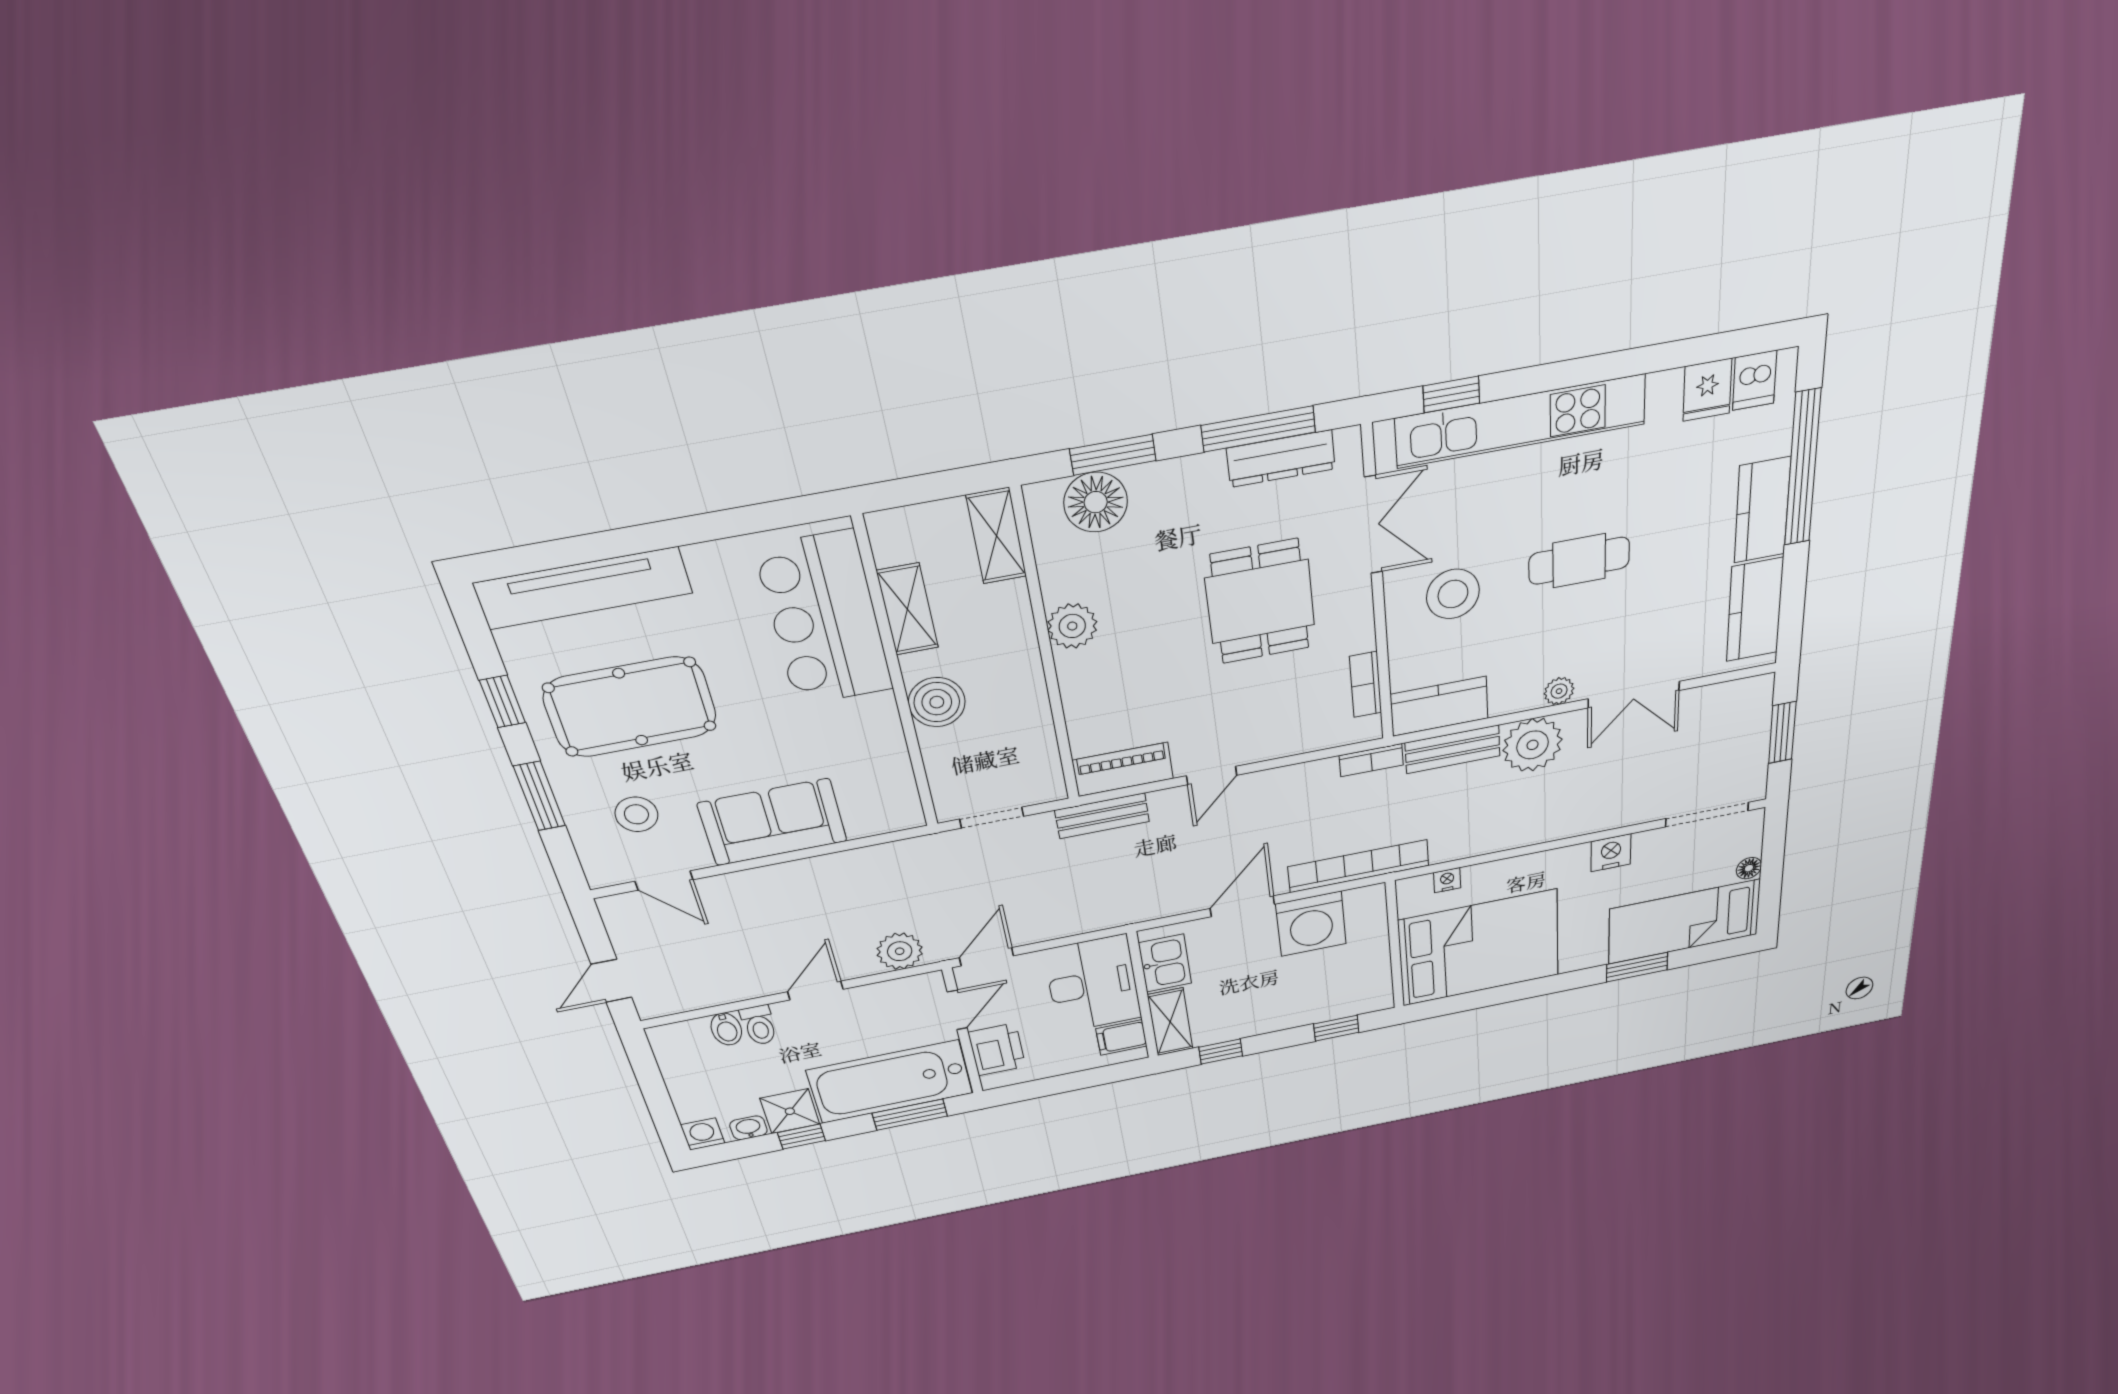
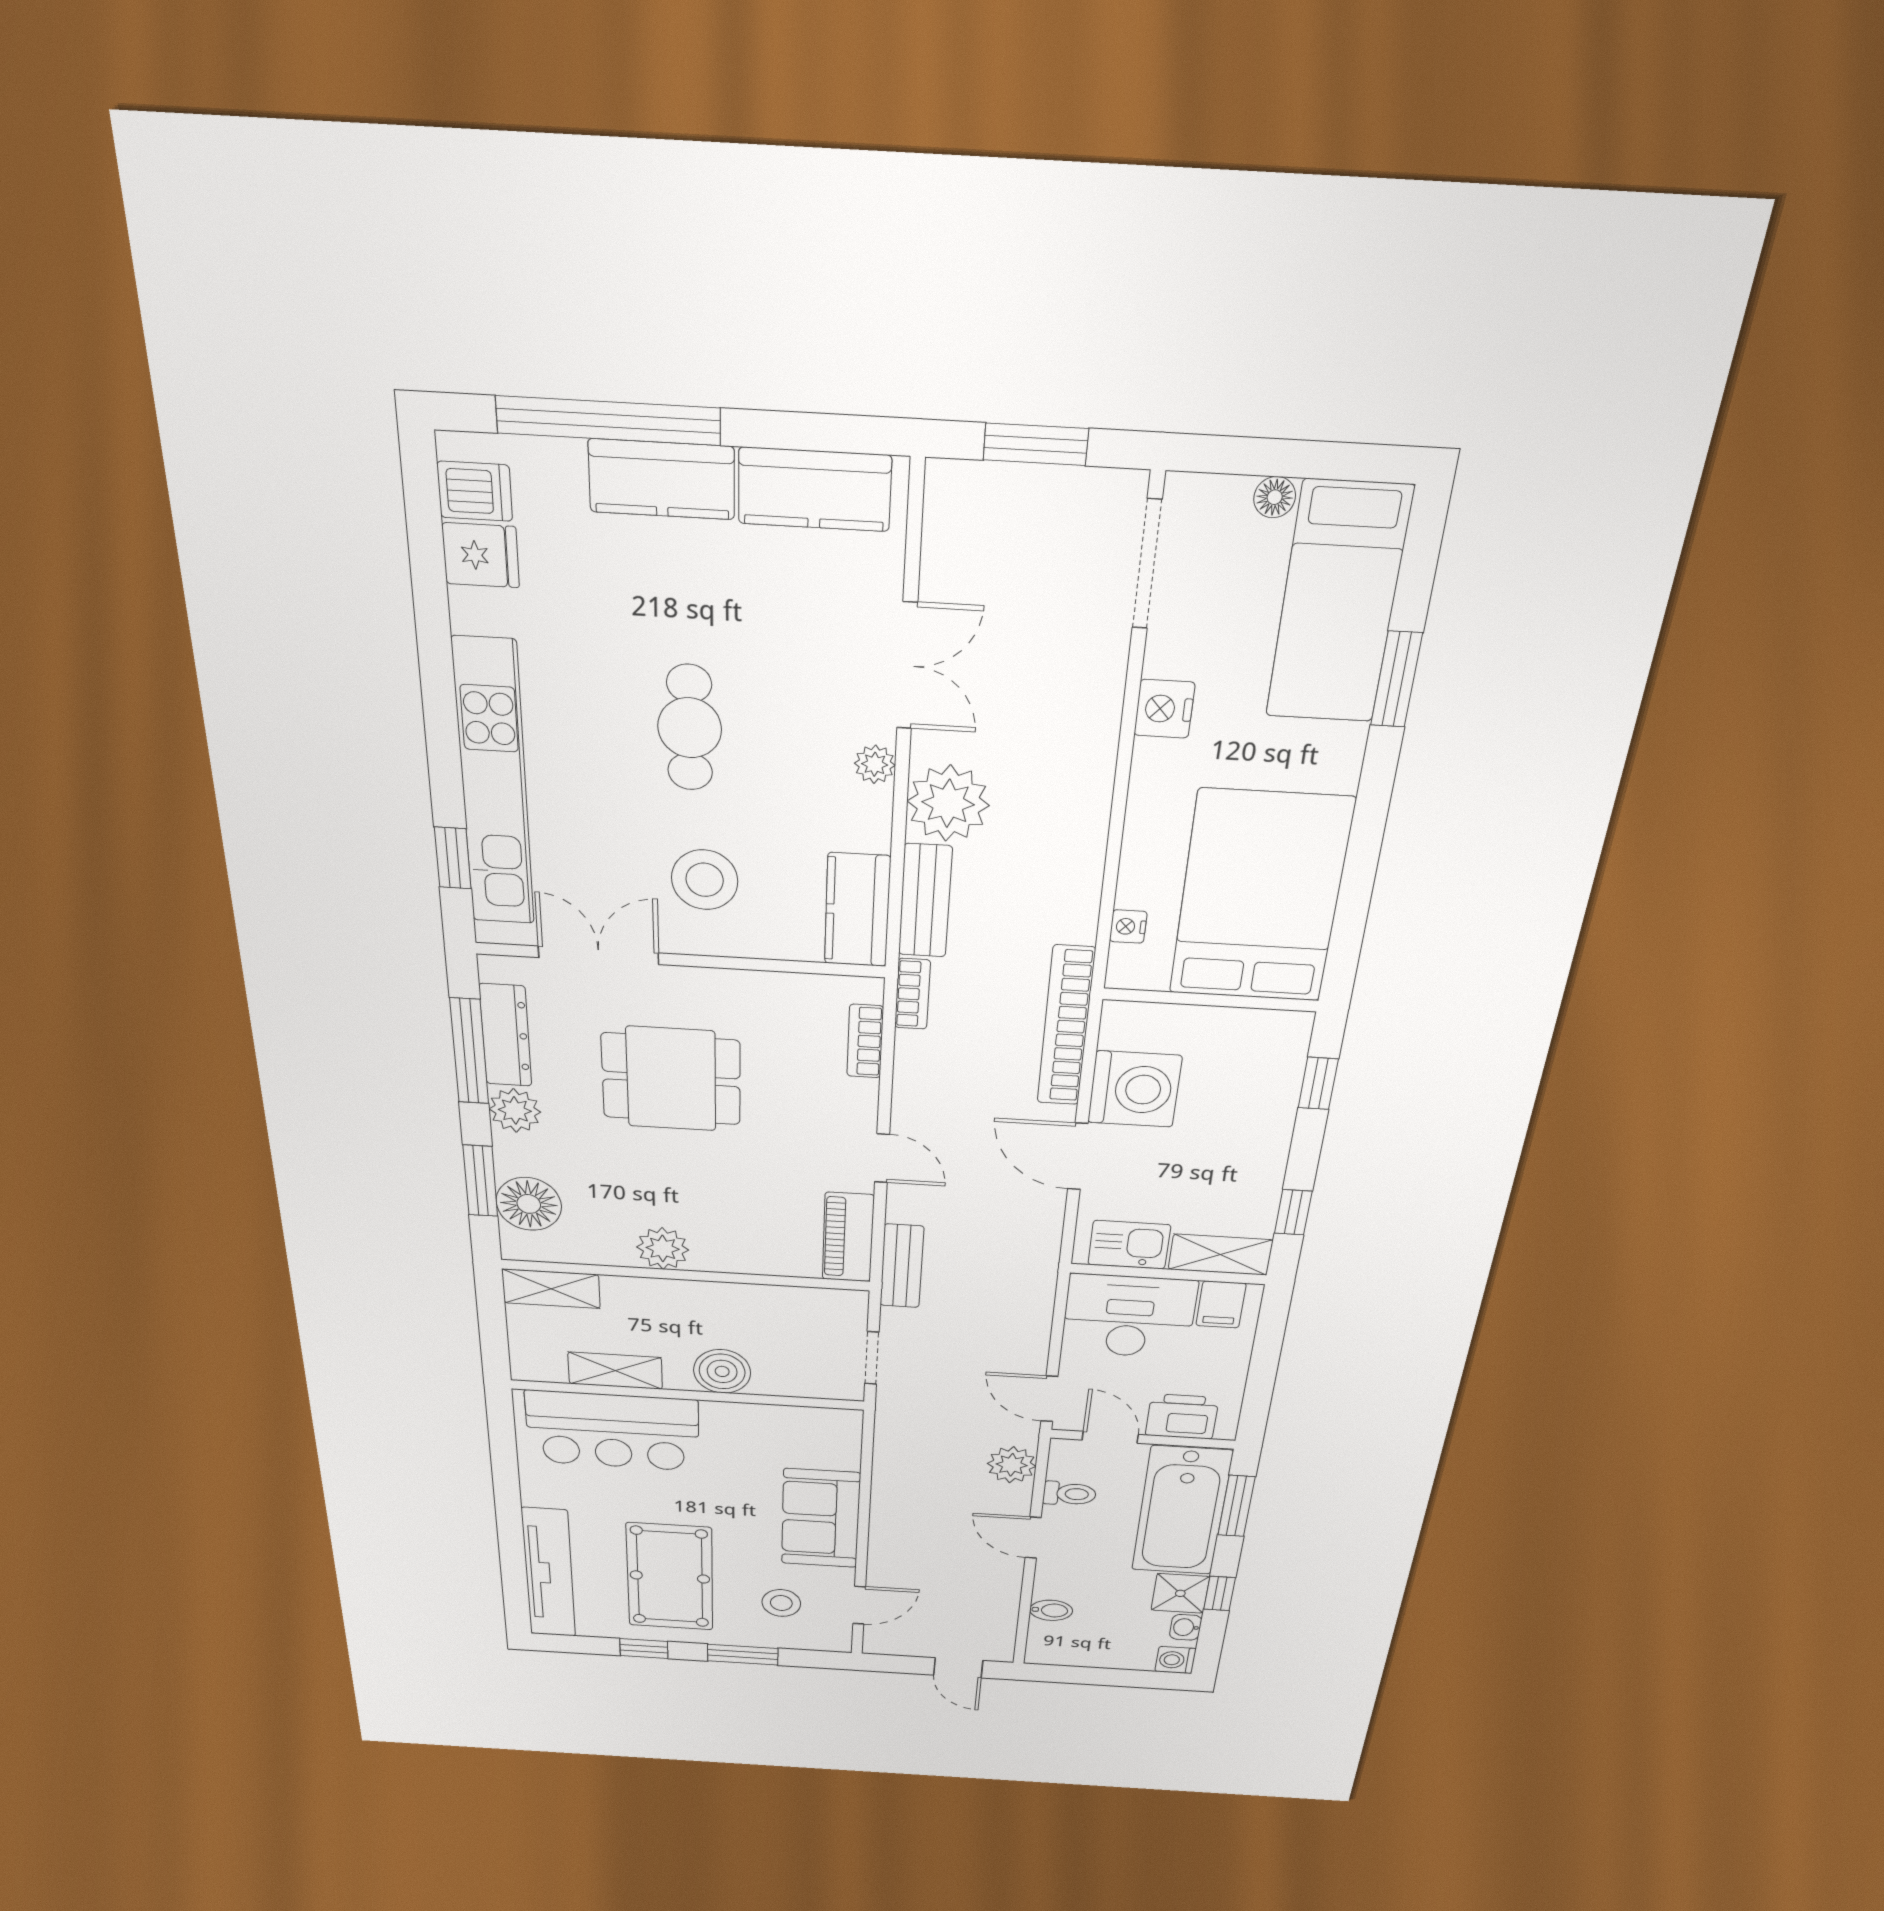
plant: (1201, 476) -> (515, 1110), added
bookcase: (1365, 685) -> (865, 1041), moved, turned 90
toilet: (759, 1025) -> (1070, 1494), moved

